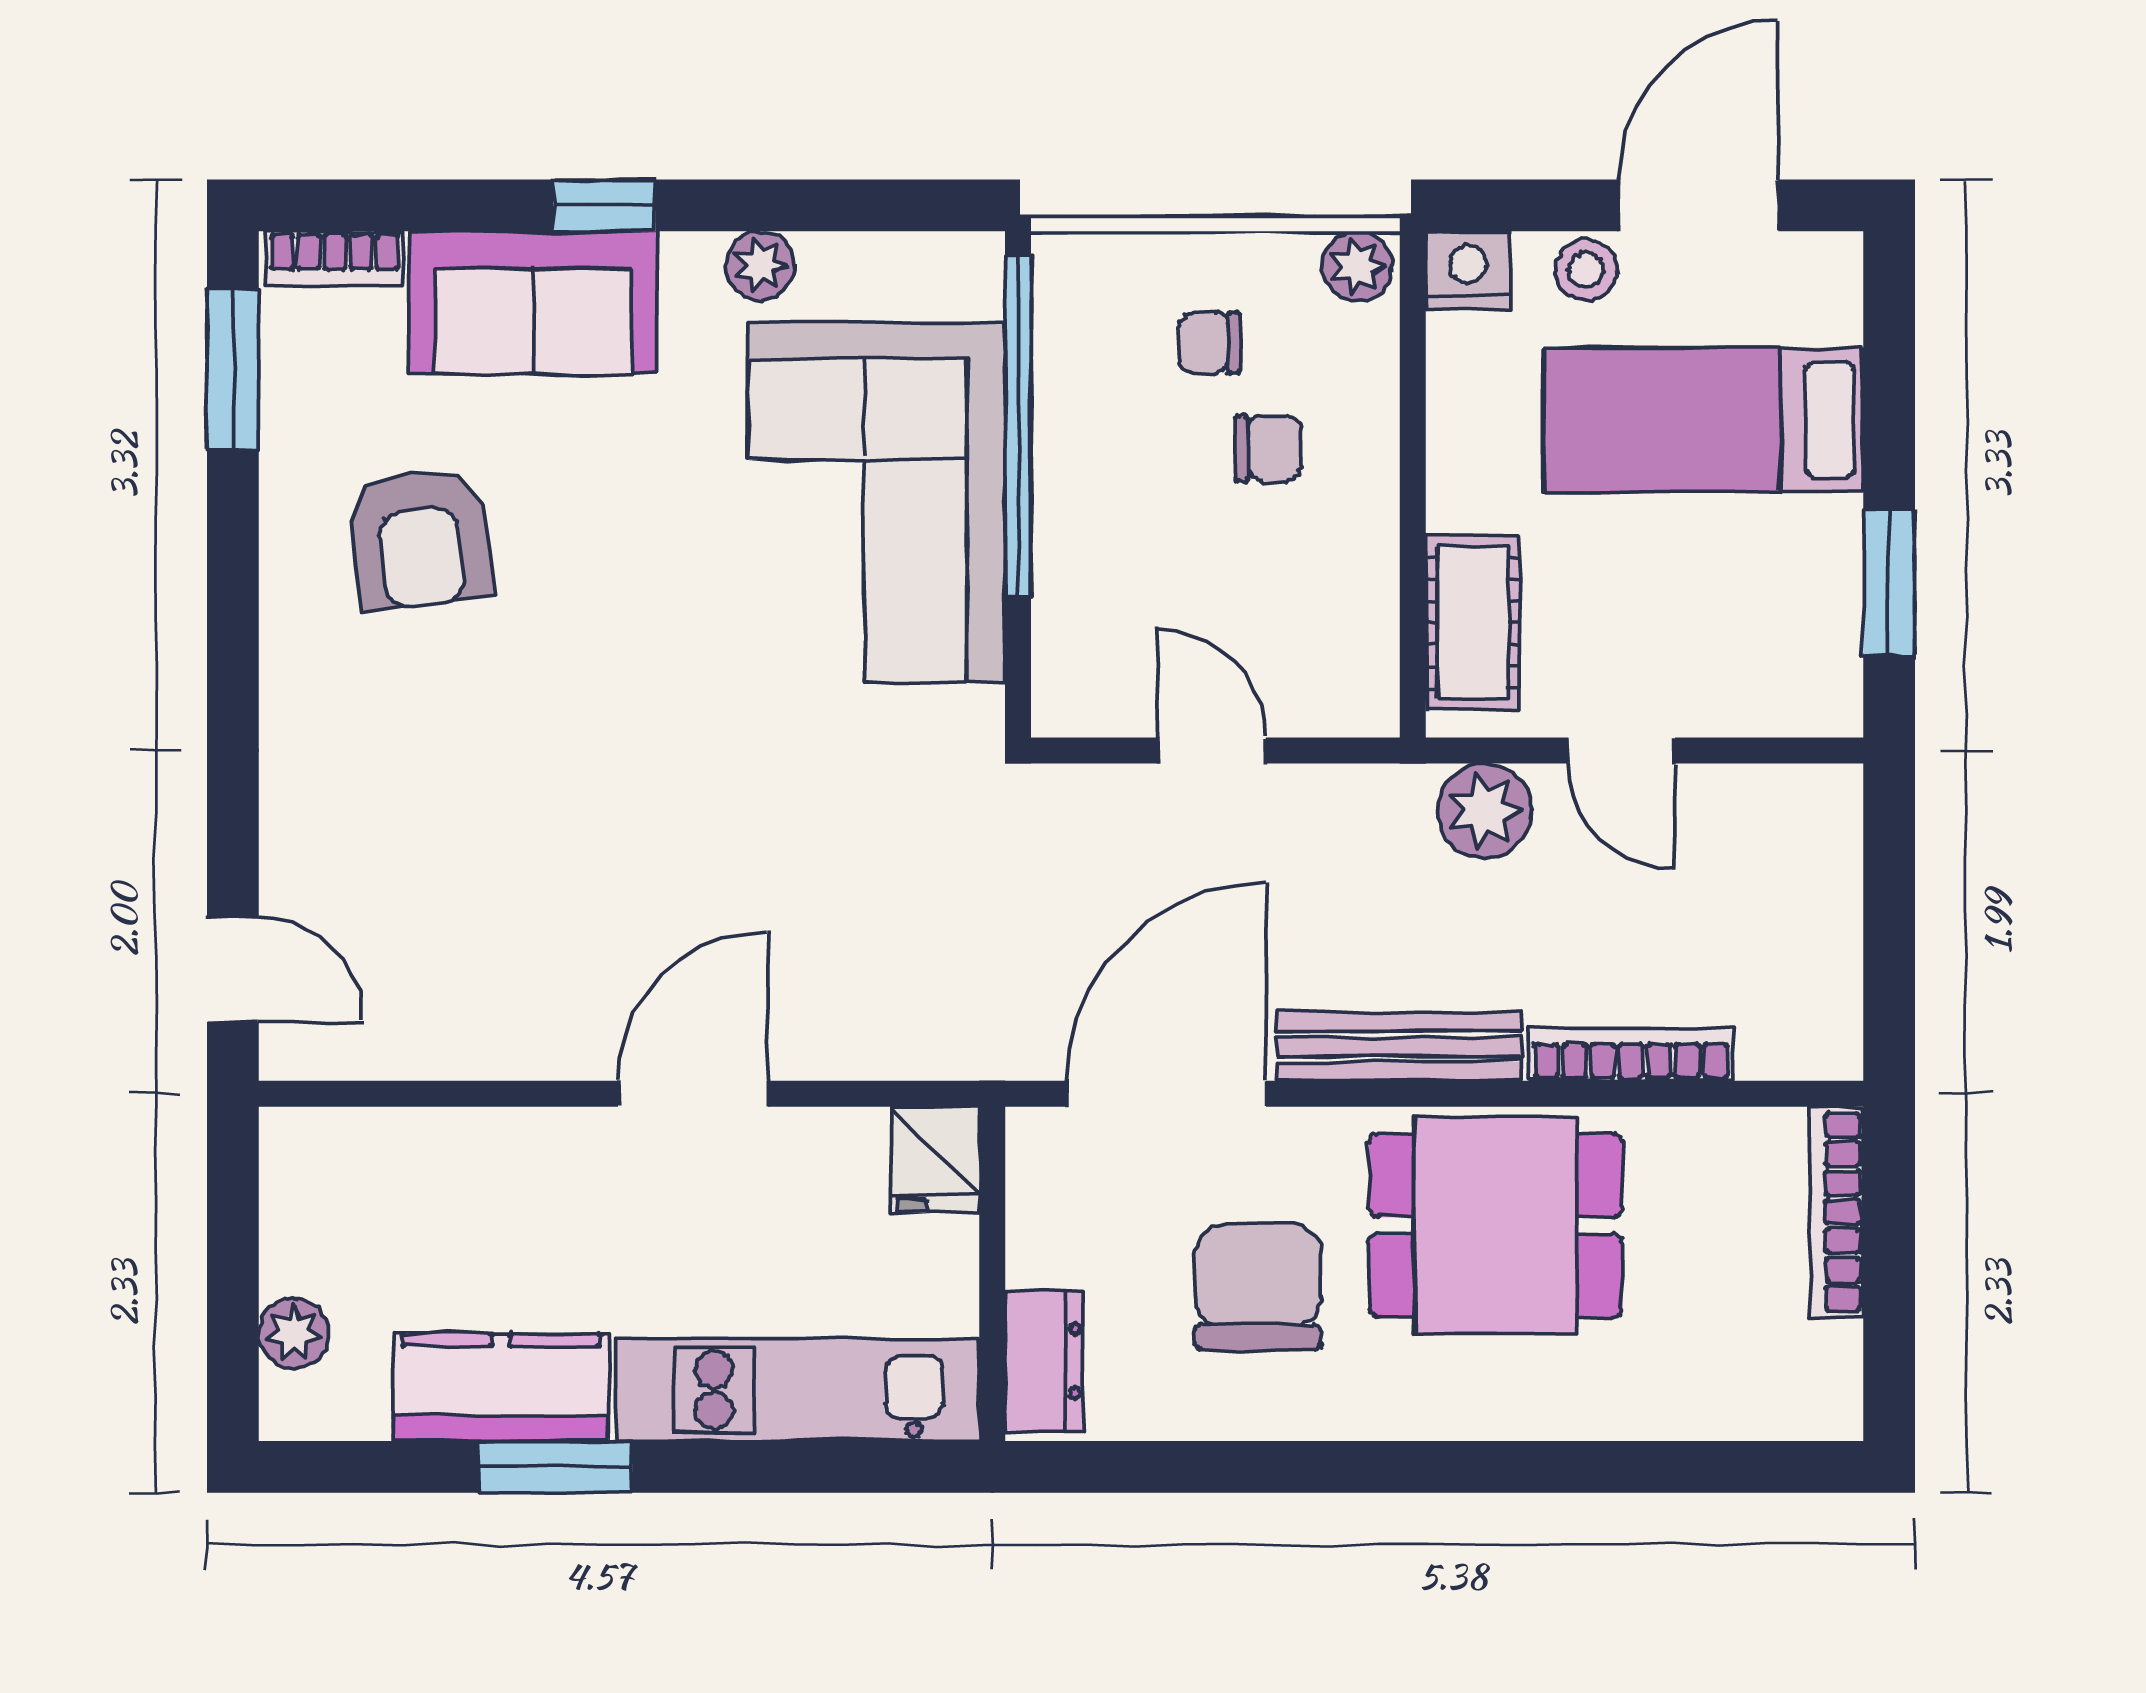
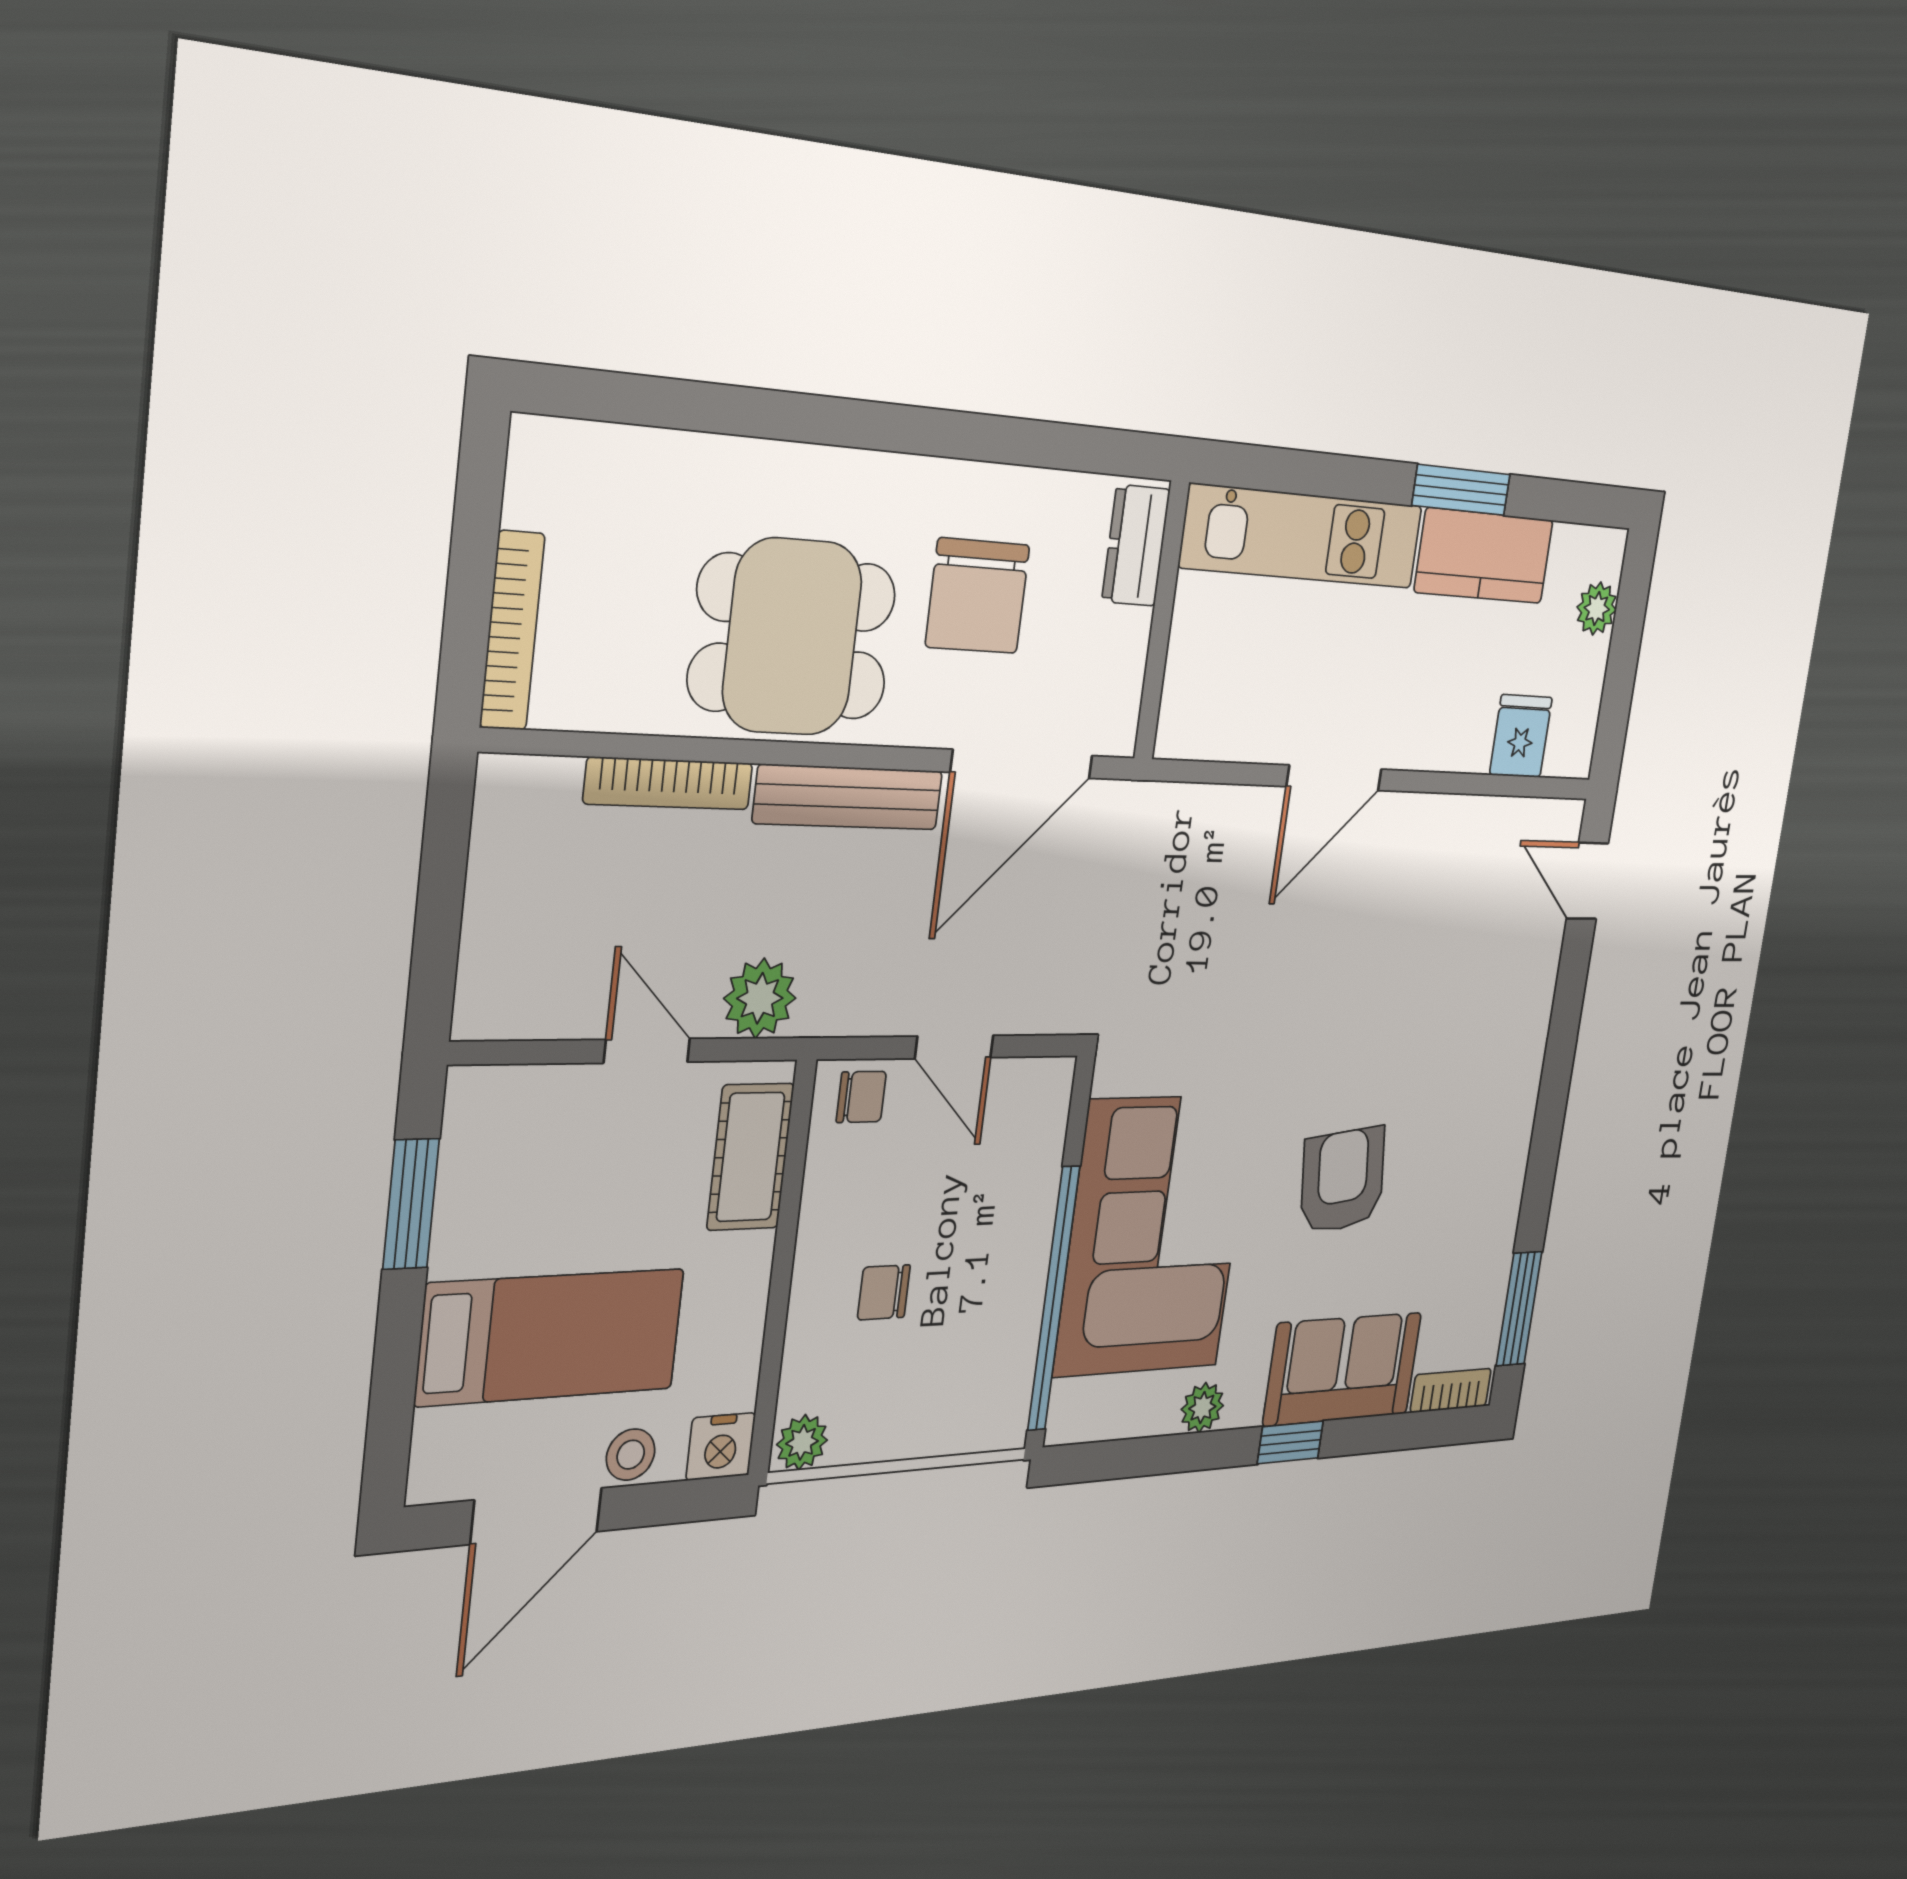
chair: (1210, 343) -> (861, 1097), moved
armchair: (420, 539) -> (1343, 1180), moved
fridge: (935, 1160) -> (1521, 736), moved

